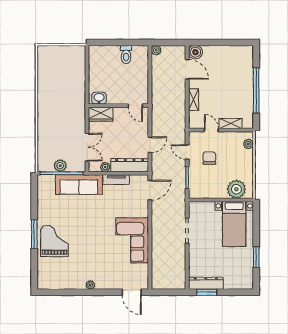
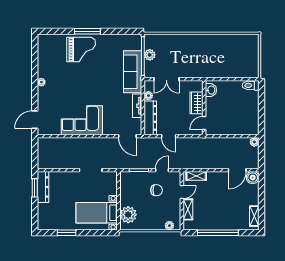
shelving: (238, 50) -> (254, 216), added
toilet: (126, 54) -> (251, 85), moved
shelving: (194, 100) -> (196, 176), moved
wardrobe: (101, 114) -> (196, 103), moved

